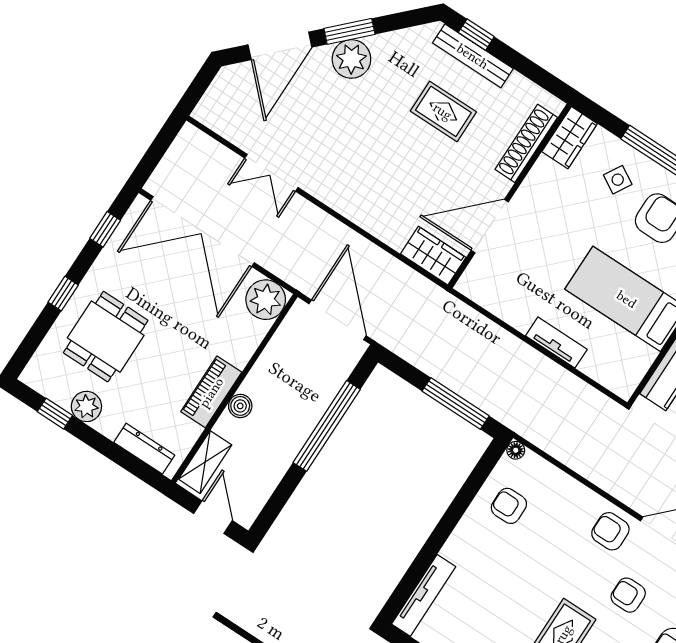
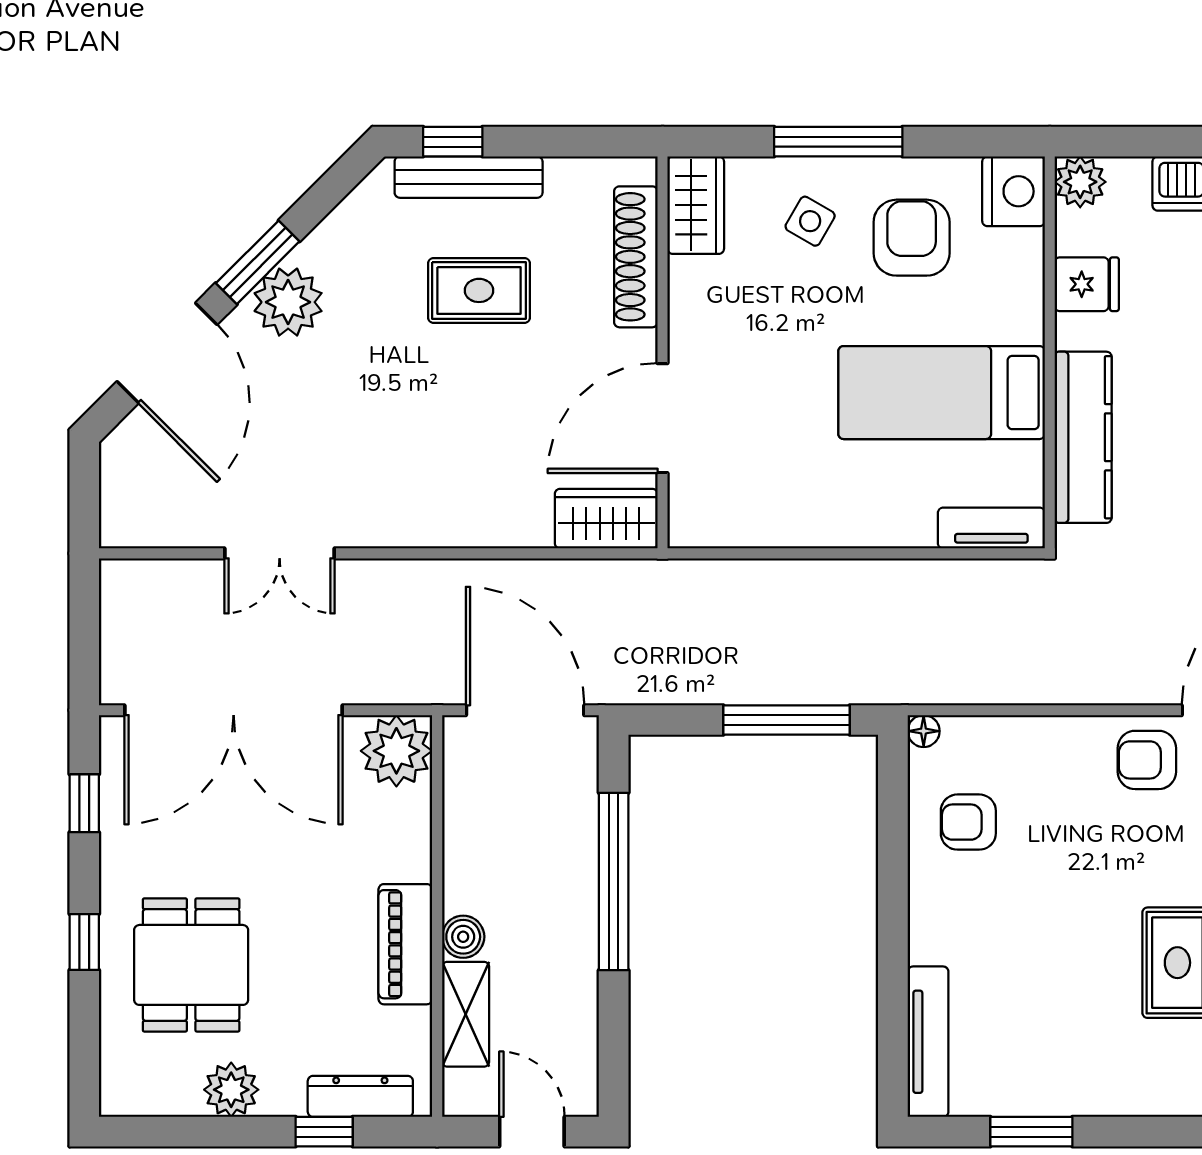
tv unit: (556, 343) -> (991, 528), moved
window: (55, 414) -> (324, 1132), moved
shelving: (205, 462) -> (466, 1014), moved

